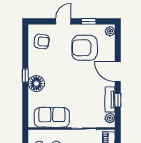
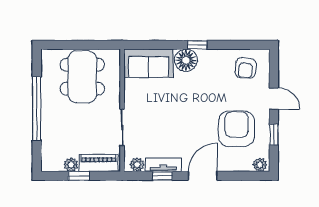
sofa: (52, 117) -> (149, 63), moved, turned 90

